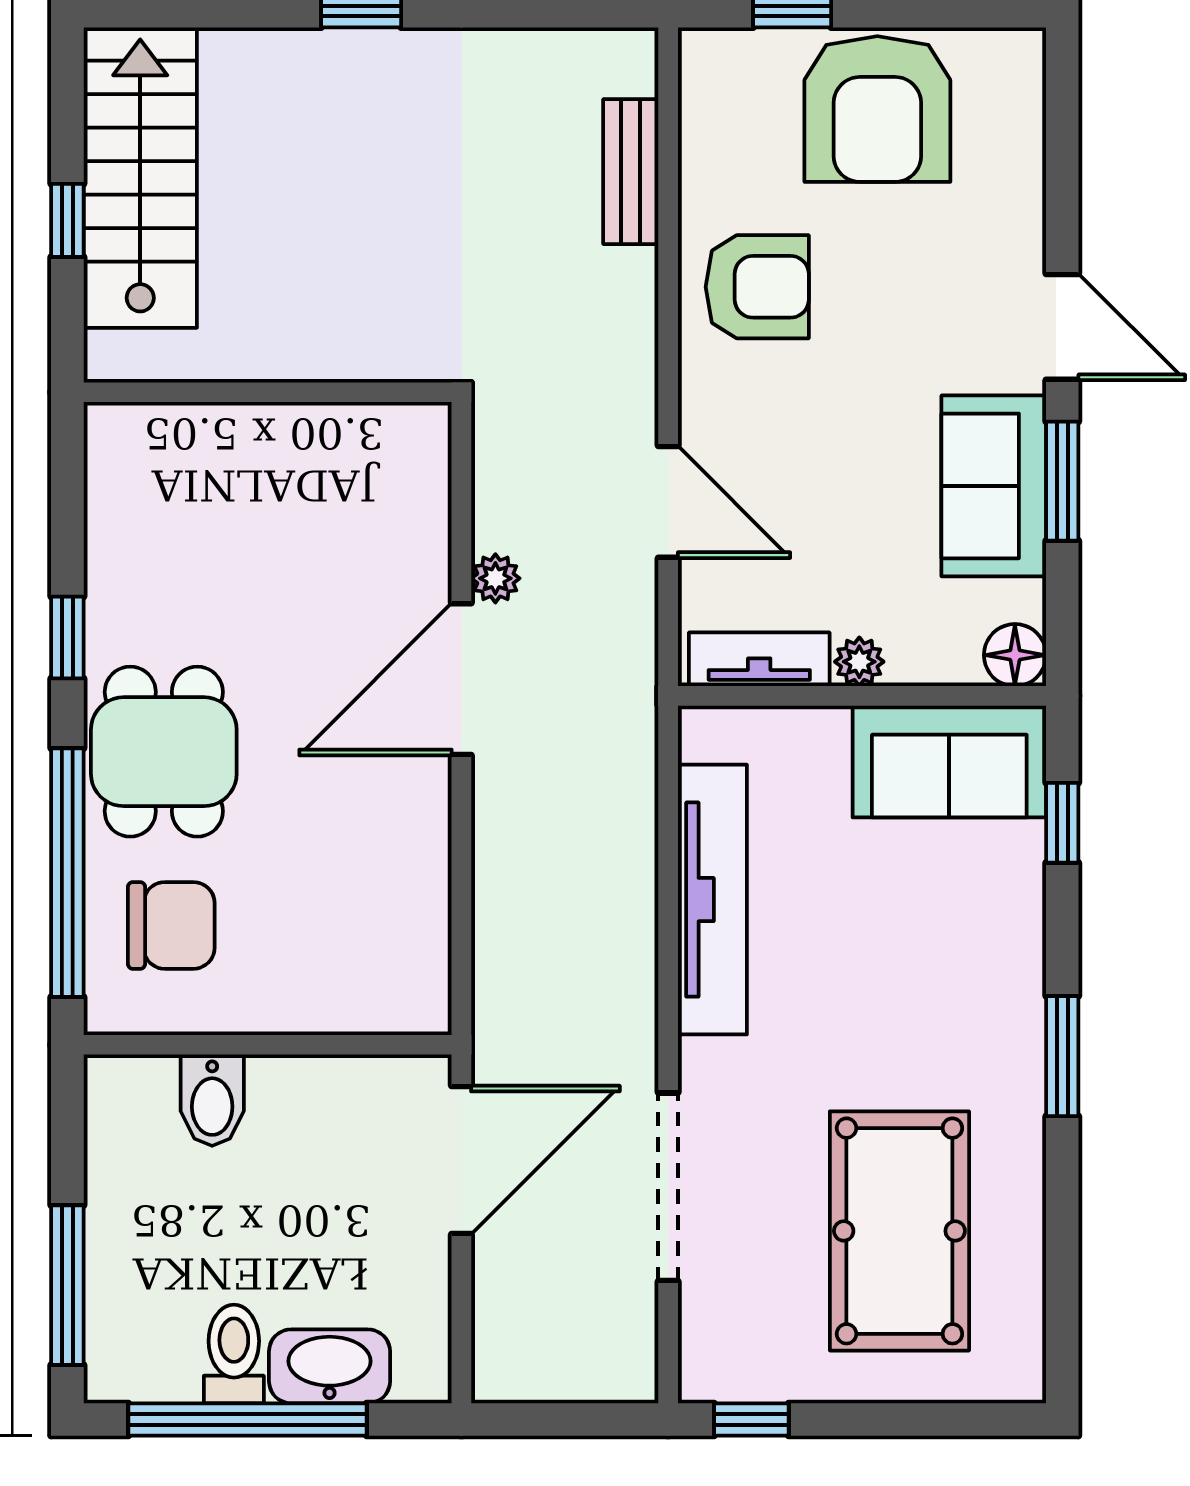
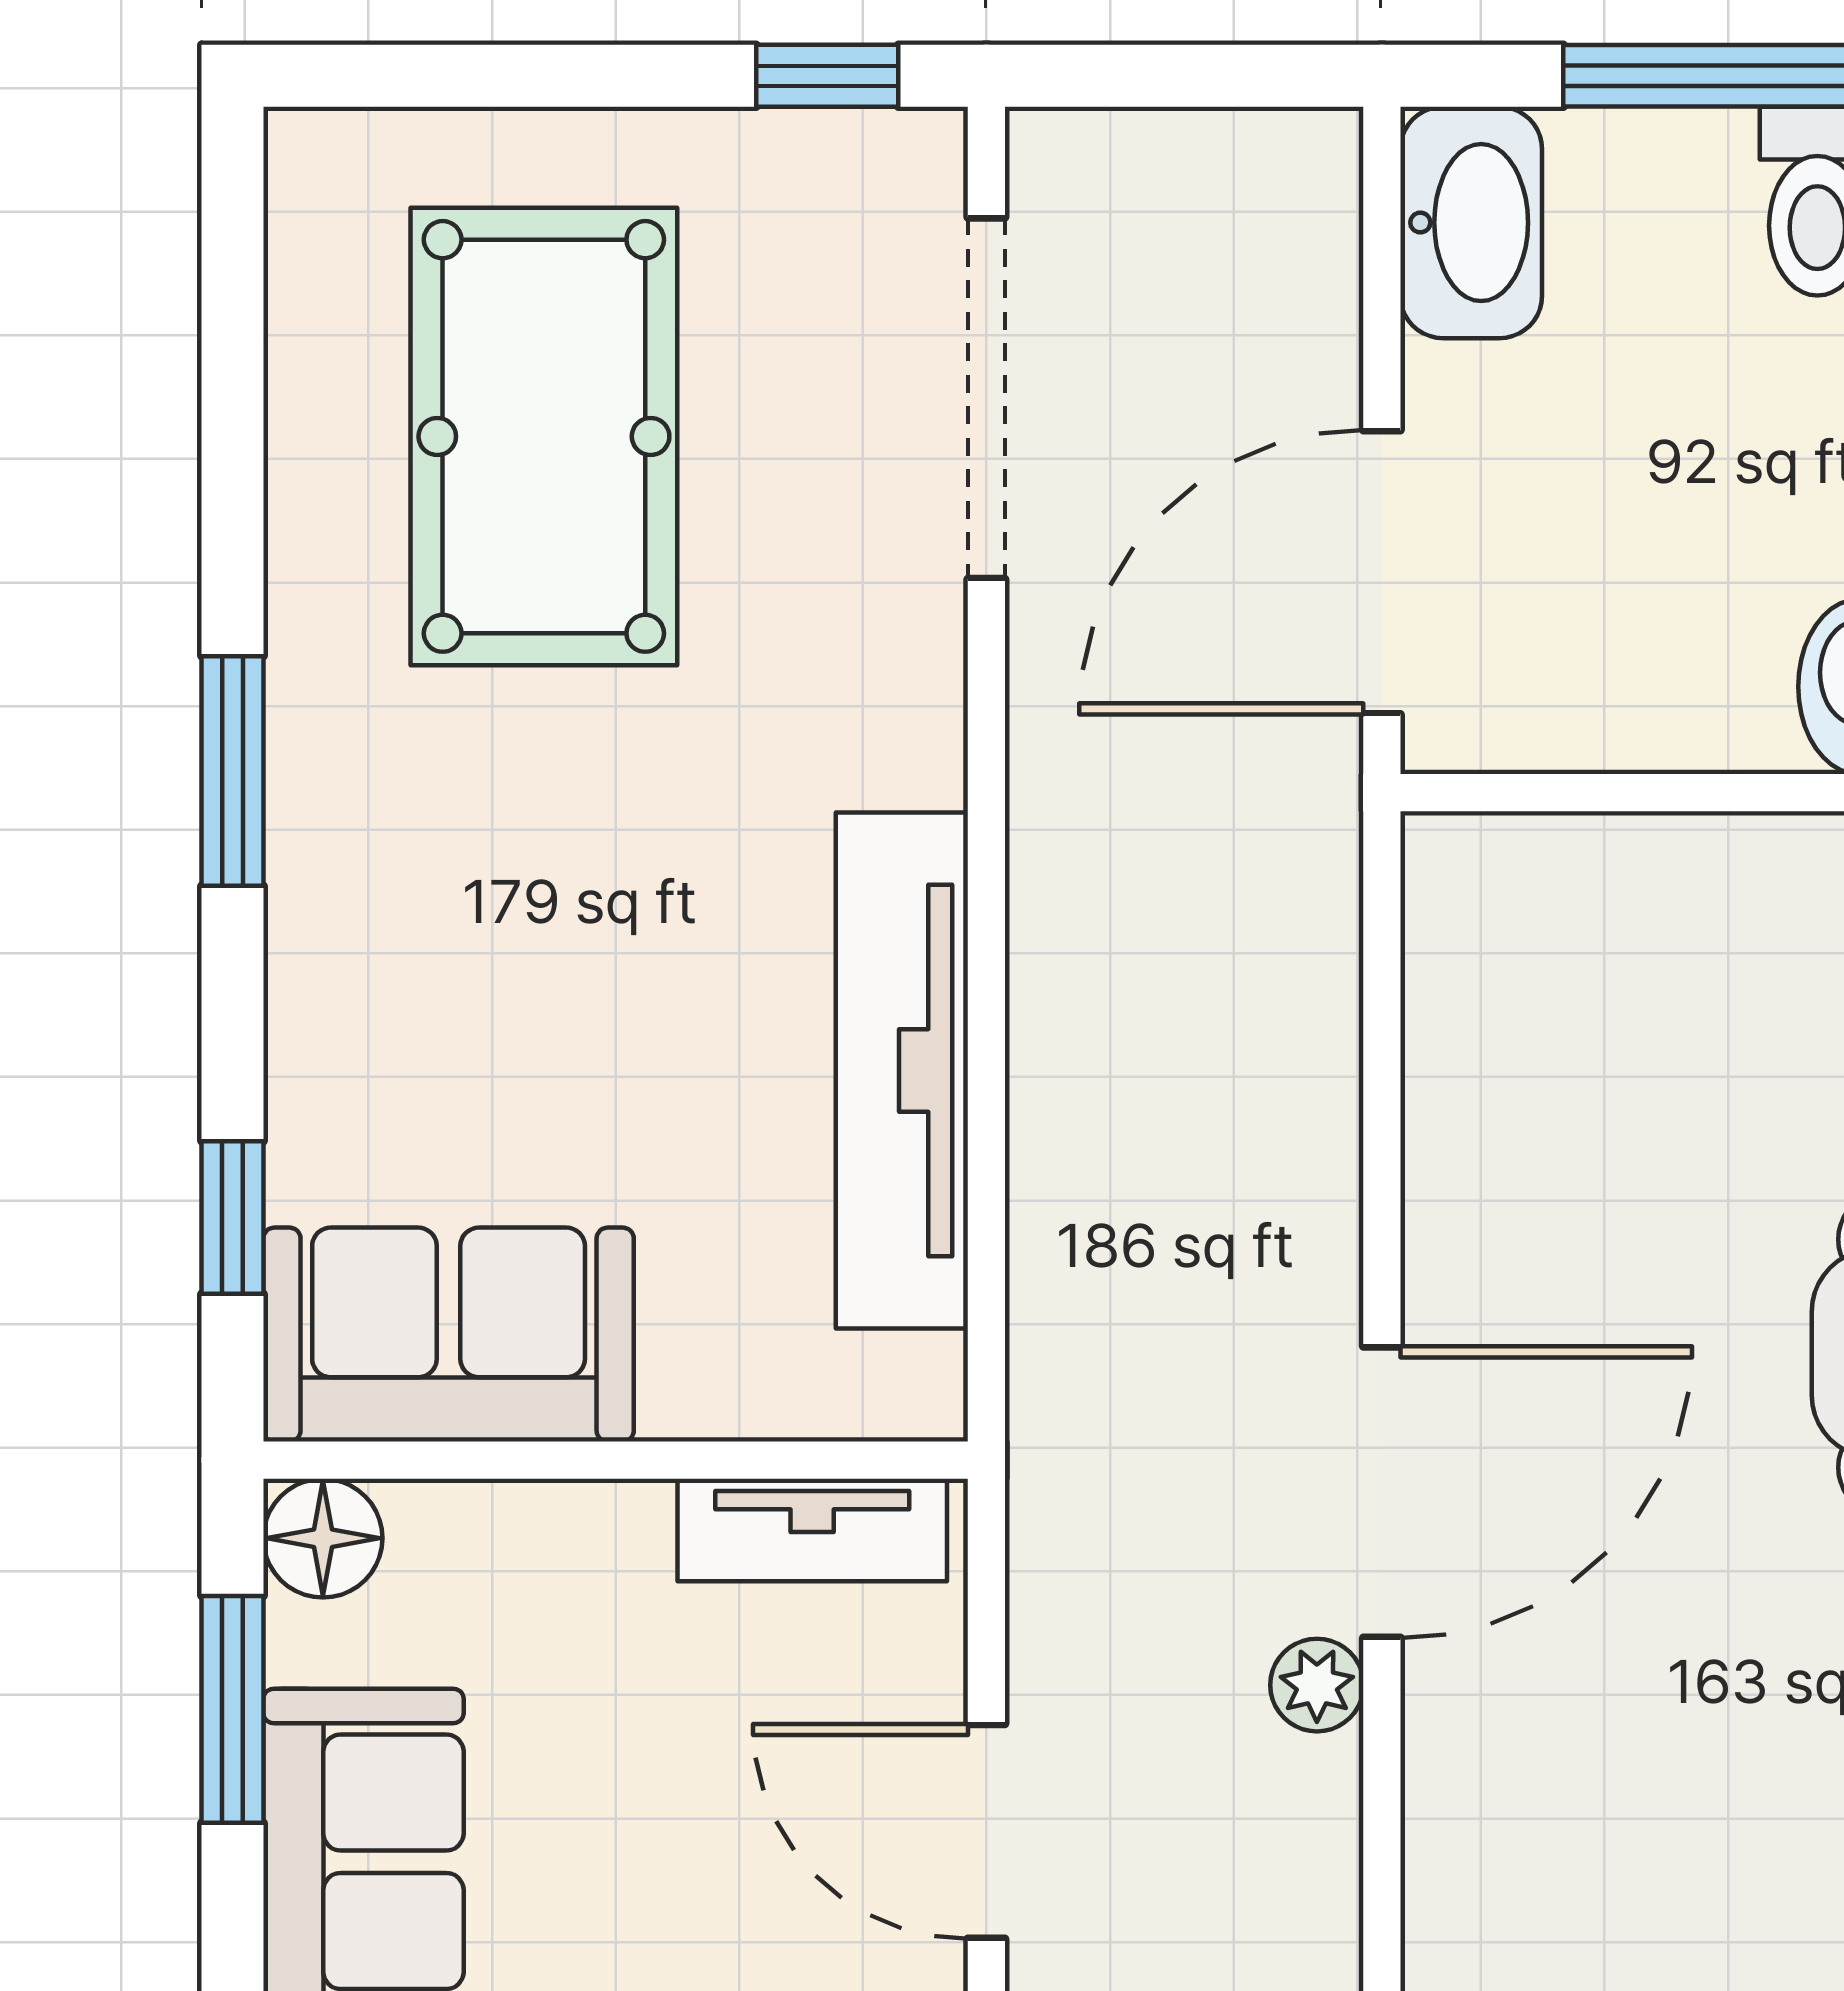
window: (1062, 481) -> (232, 1709), moved
plant: (859, 662) -> (621, 1526), removed
doorway: (668, 1187) -> (986, 398), moved
washbasin: (330, 1366) -> (1471, 223), moved, turned -90

